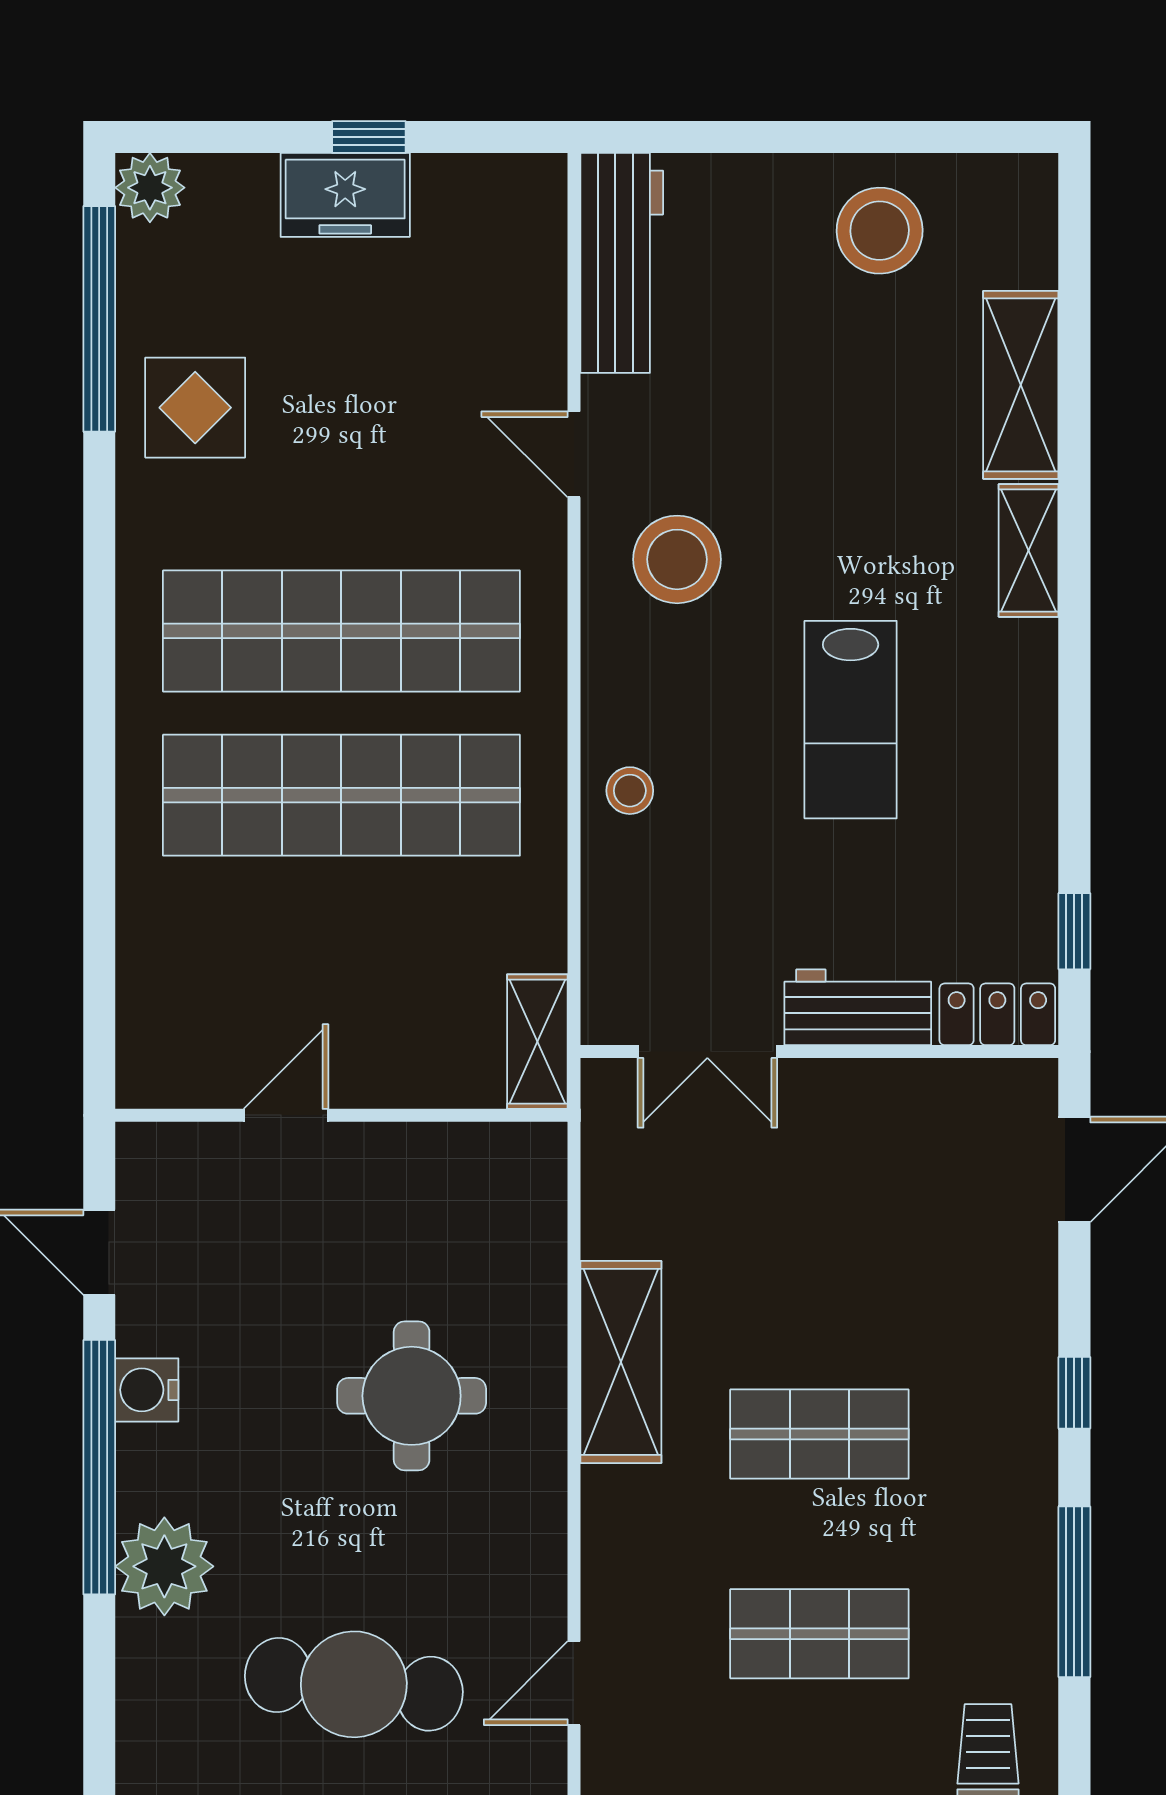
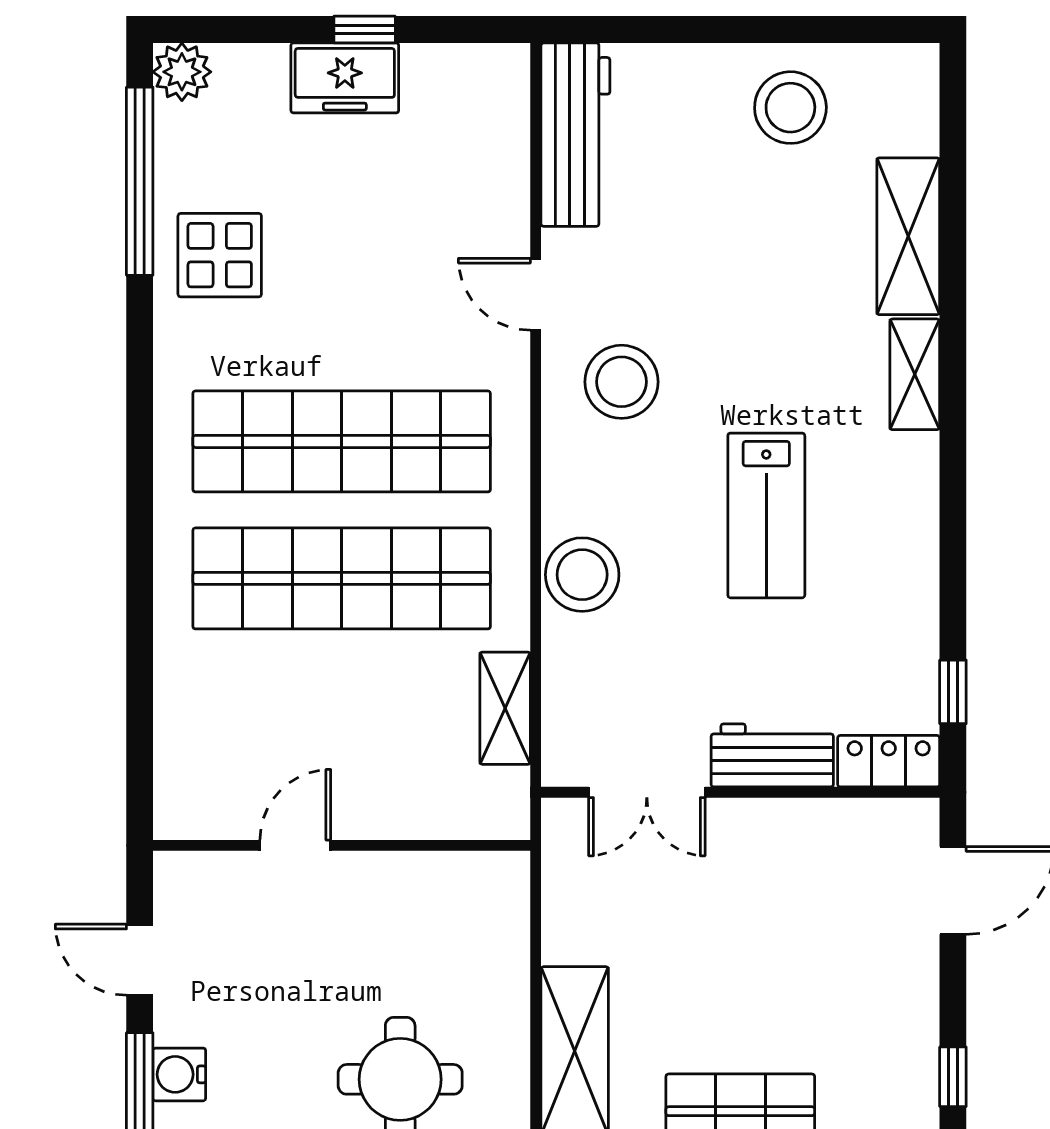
stool: (630, 791) -> (582, 575), width x1.89, depth x1.89
shelving: (537, 1042) -> (505, 708), moved

